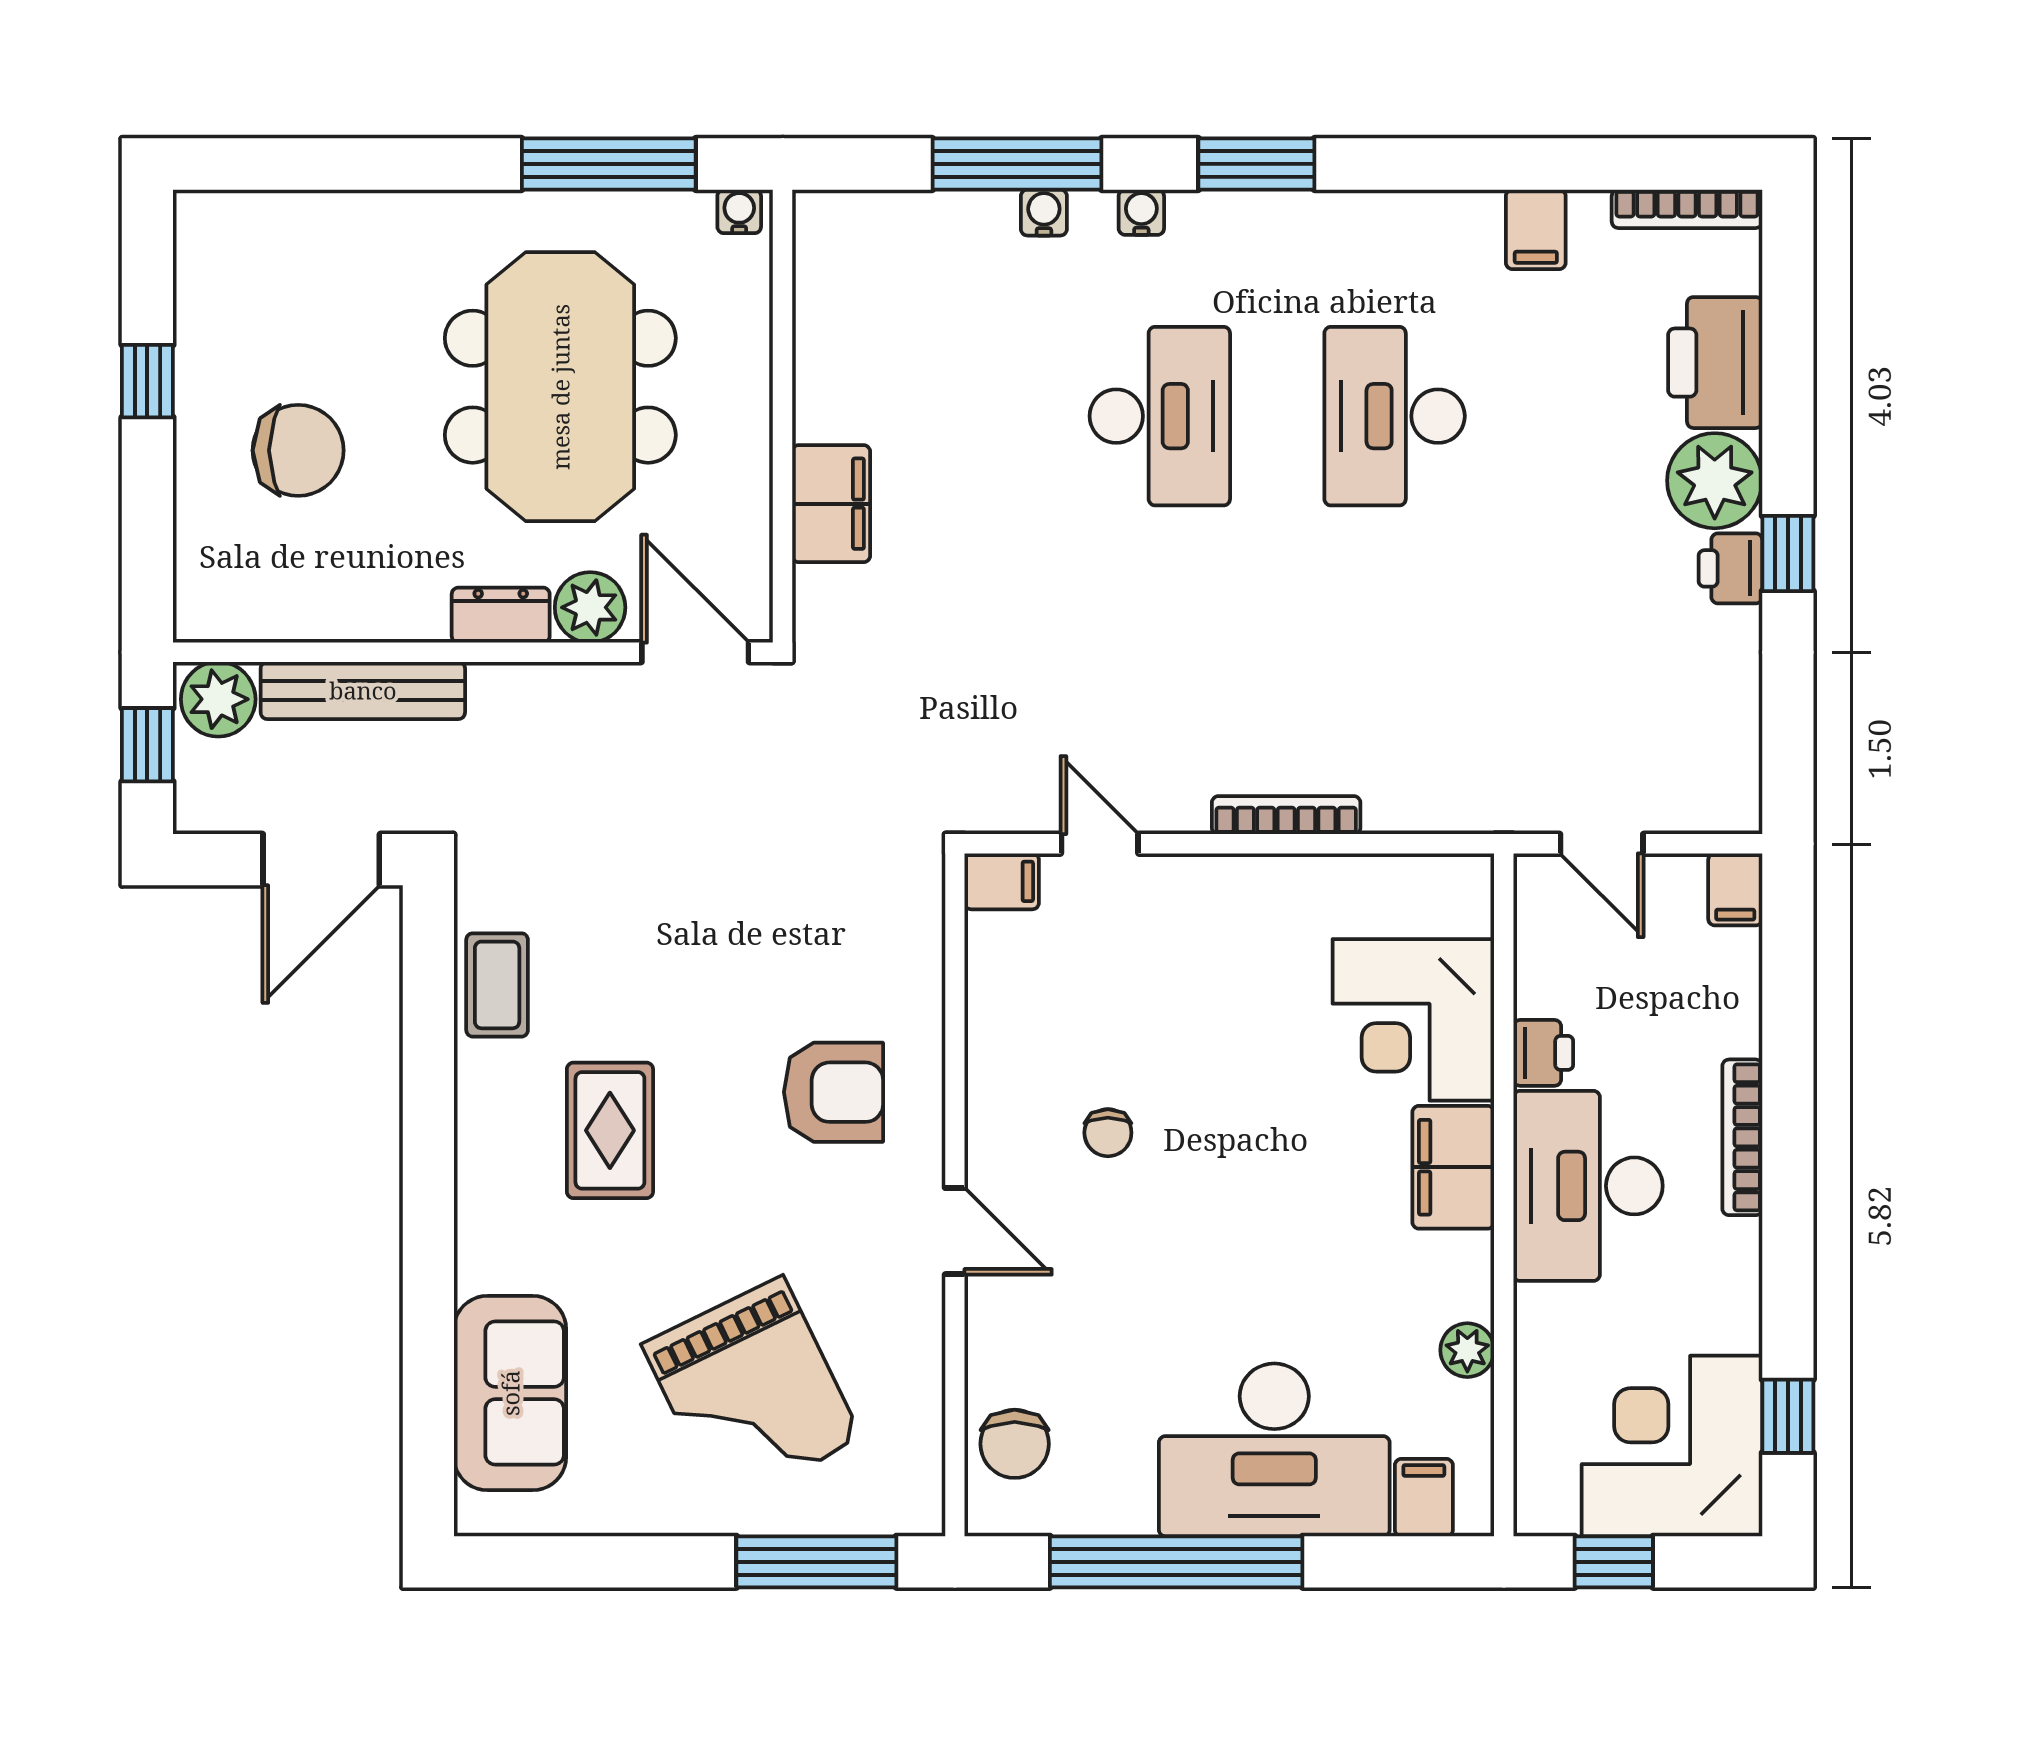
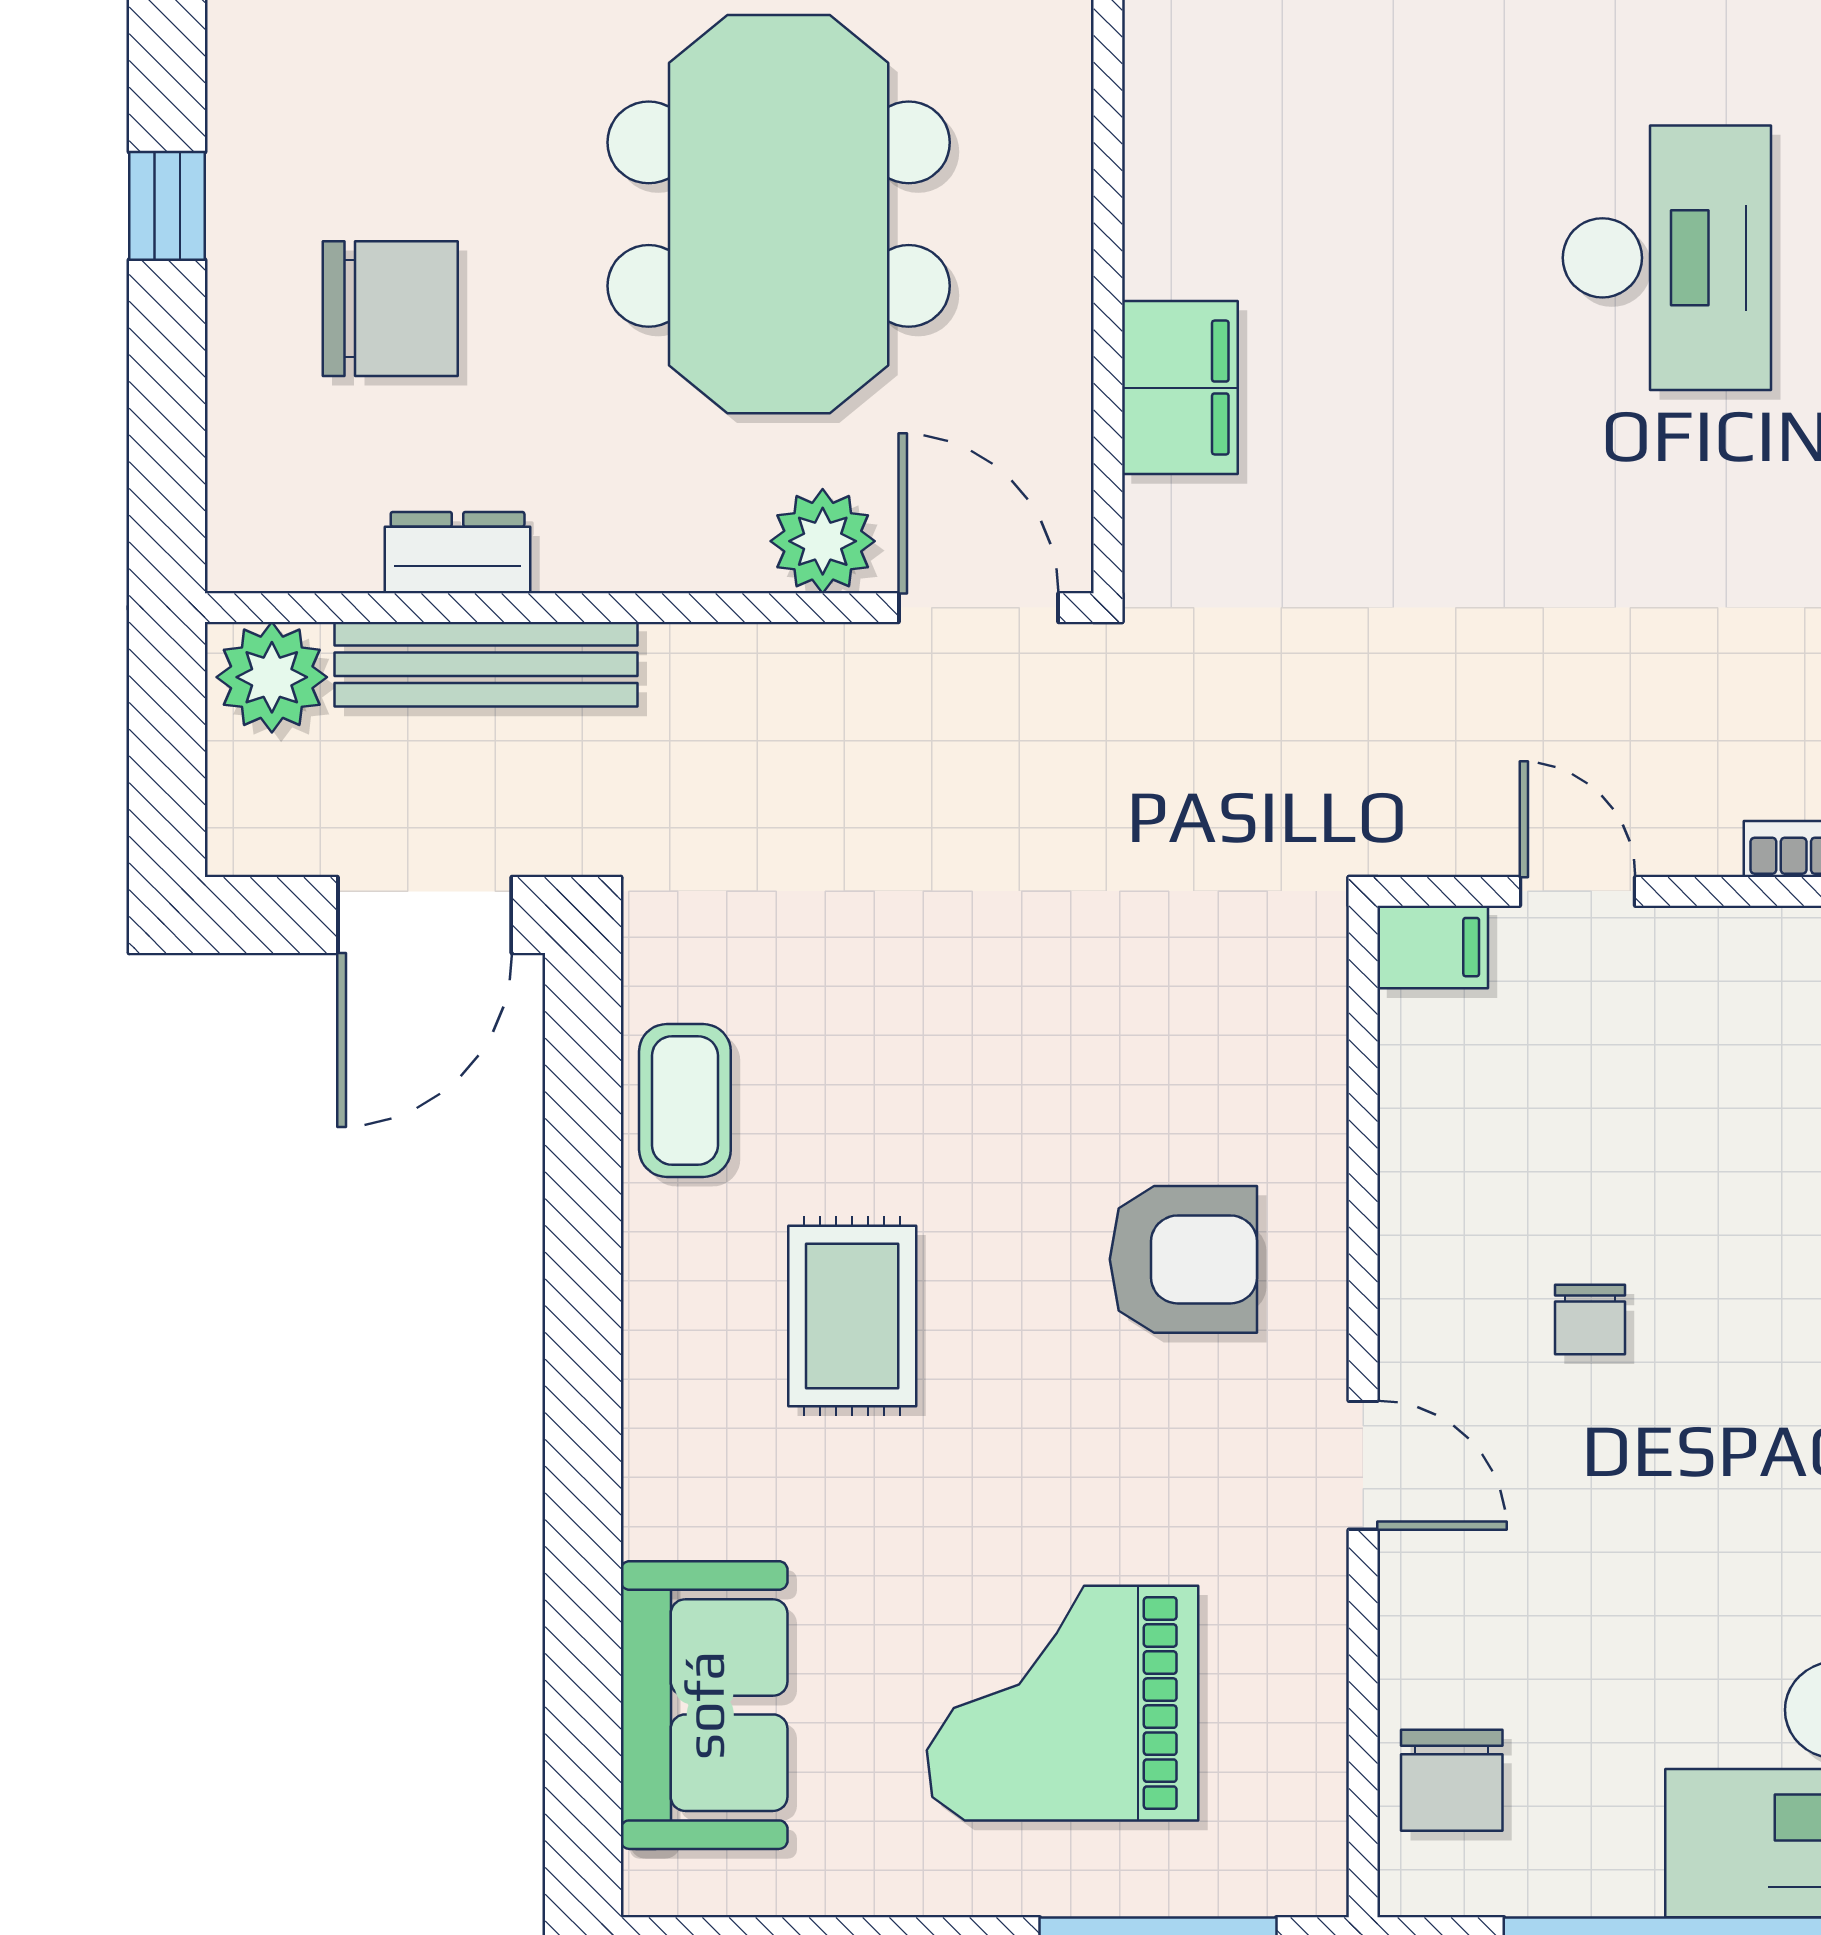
dresser: (501, 615) -> (458, 553), moved
window: (147, 745) -> (167, 745), removed
grand piano: (752, 1392) -> (1062, 1703), turned 116

